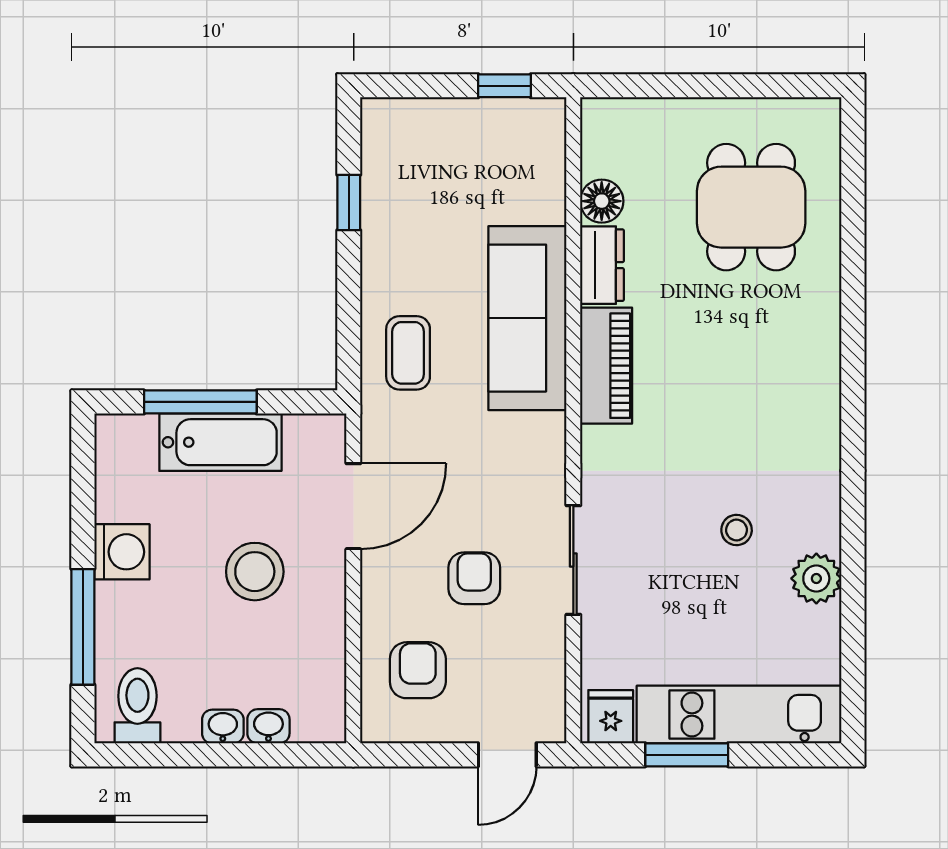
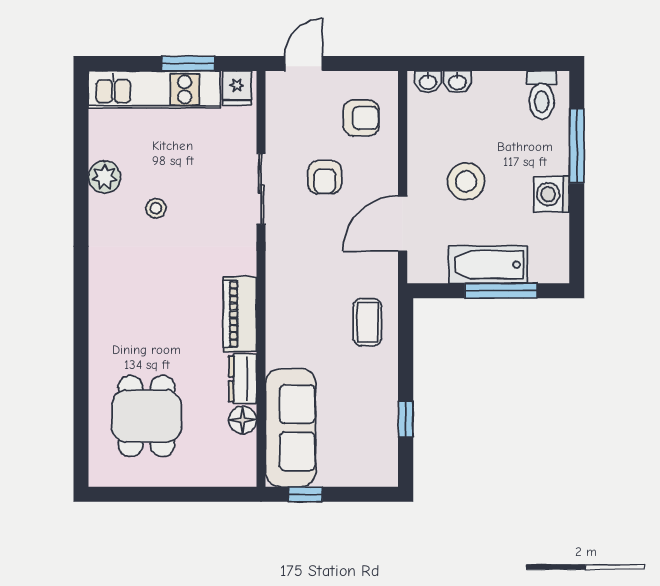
sofa: (527, 318) -> (291, 428), moved
armchair: (418, 670) -> (361, 118), turned -90
washbasin: (223, 727) -> (428, 82), moved

